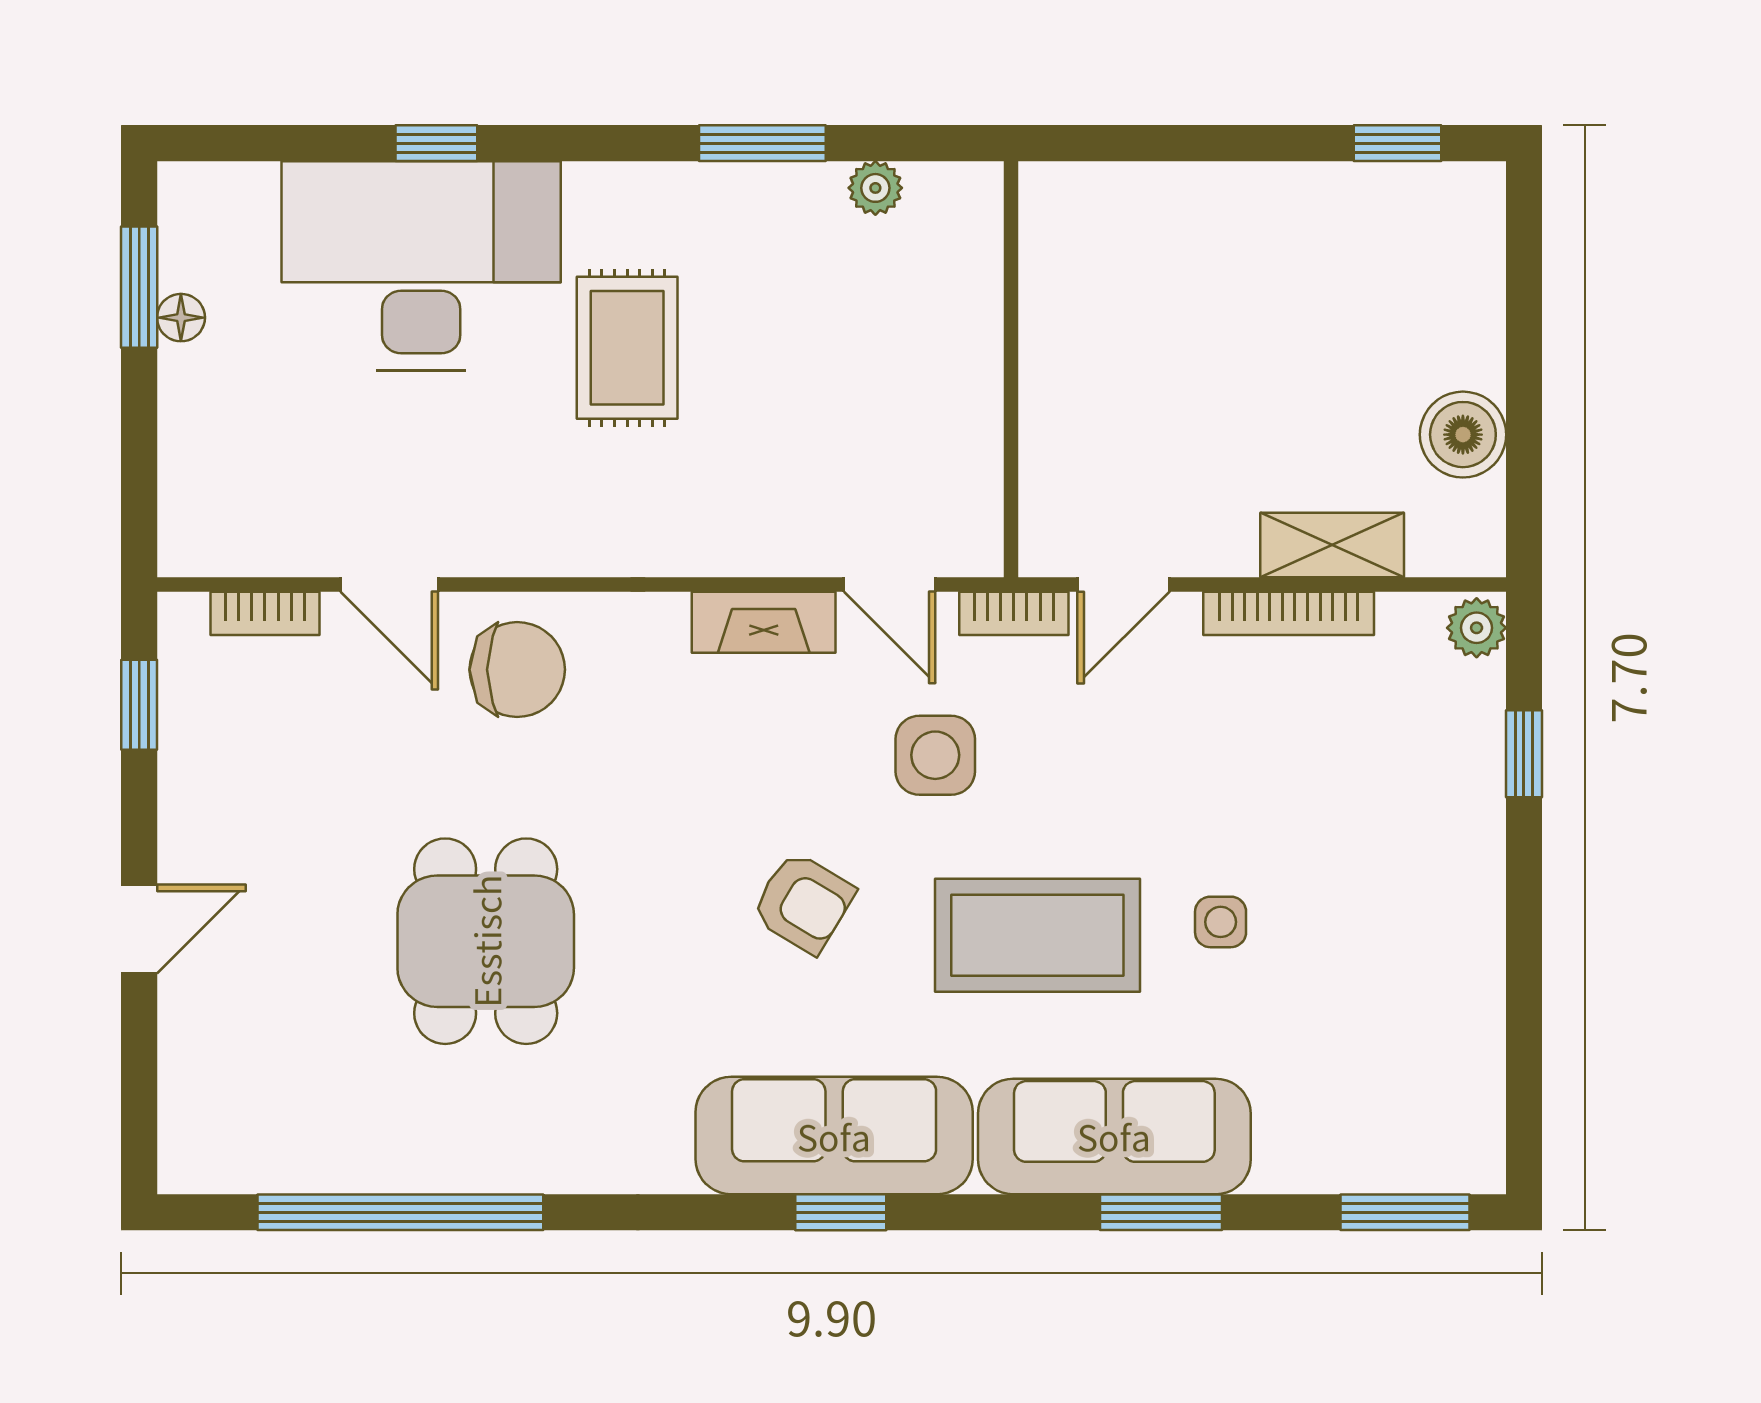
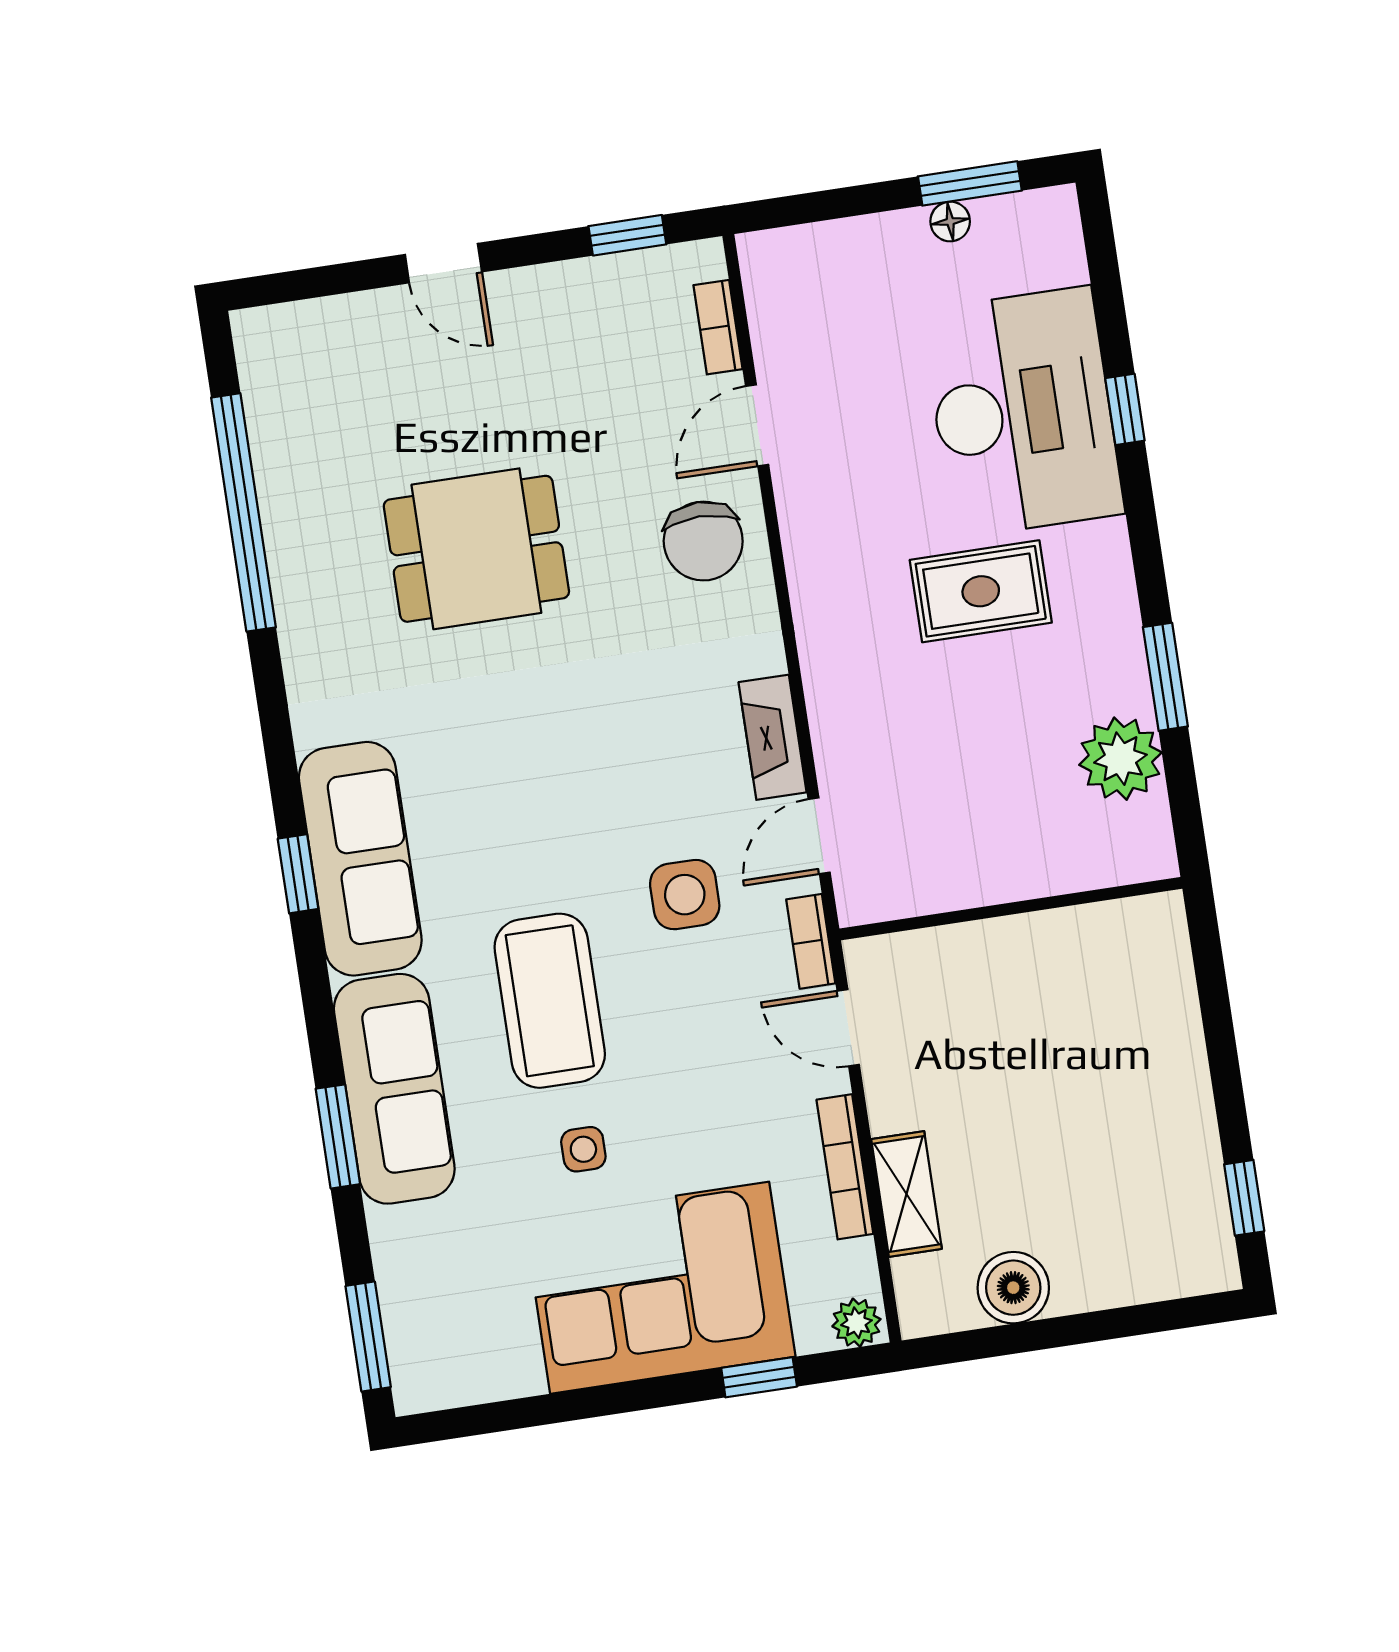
plant: (875, 188) -> (1120, 759), width x1.88, depth x1.88
corner sofa: (1399, 856) -> (660, 1288), added
armchair: (803, 903) -> (547, 804), removed

